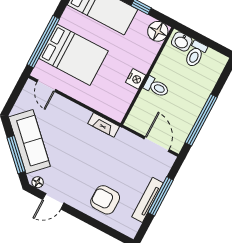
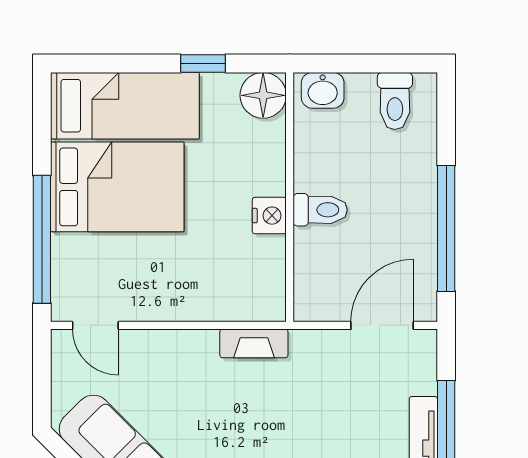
toilet: (196, 54) -> (395, 101), moved
bed: (73, 55) -> (117, 187), moved
door: (157, 144) -> (382, 325), hinge flipped

